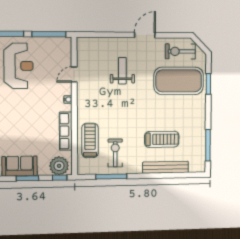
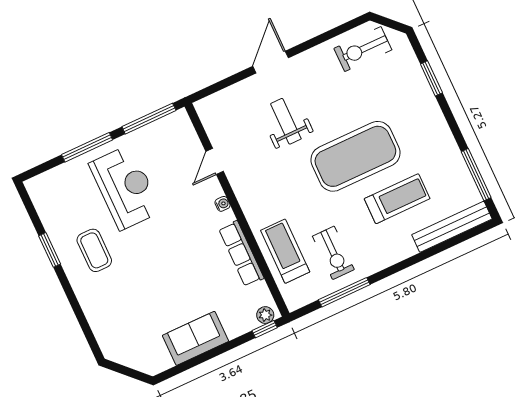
door: (145, 35) -> (271, 62), moved
exercise mat: (179, 81) -> (355, 156), moved
exercise bike: (115, 153) -> (333, 253), turned 180
plant: (59, 166) -> (265, 315), width x0.53, depth x0.53
bench: (166, 167) -> (452, 227), moved
window: (27, 178) -> (216, 352), removed

